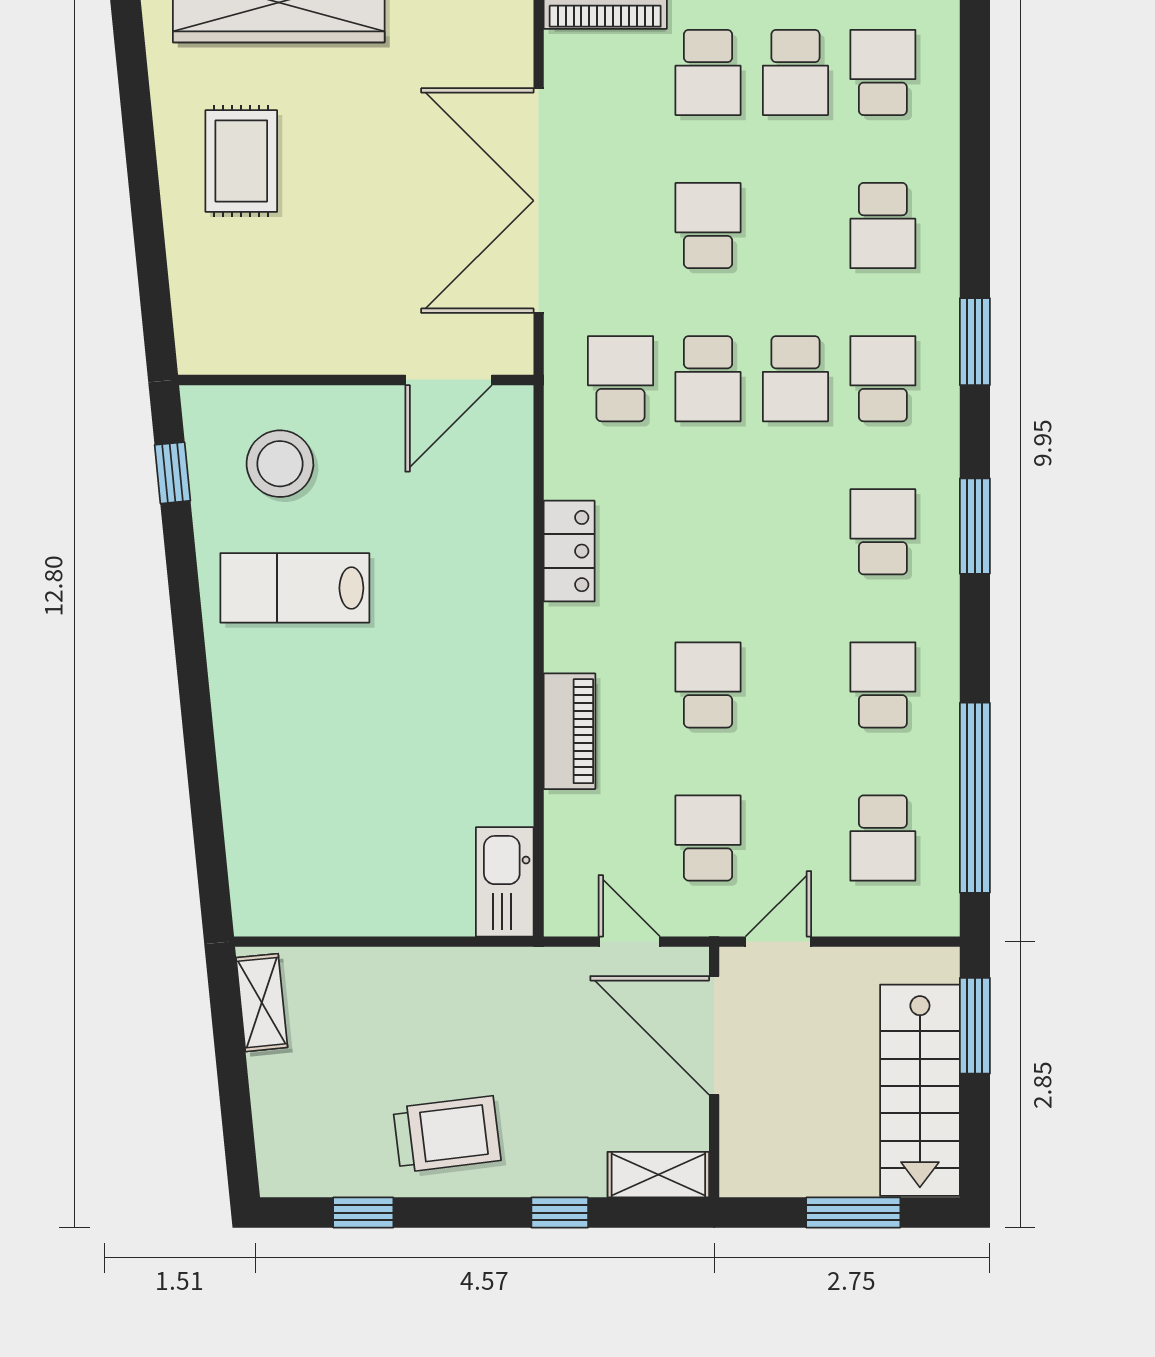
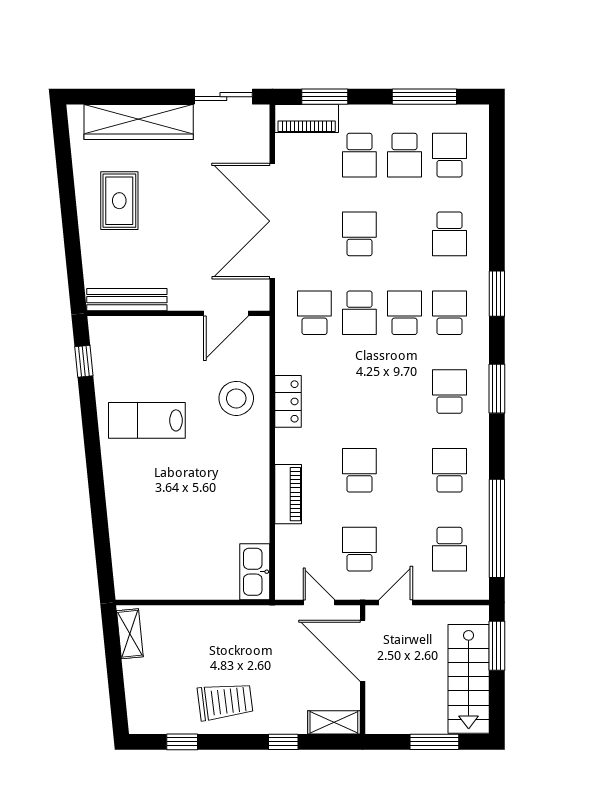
bench: (256, 353) -> (127, 300), added
school desk: (795, 379) -> (404, 313), turned 180
stool: (280, 464) -> (236, 398), moved

